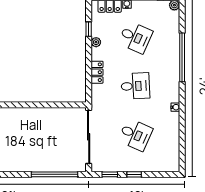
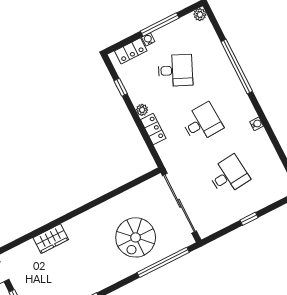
plant: (96, 42) -> (142, 110), moved
desk: (135, 135) -> (229, 175), turned -30
spiral stairs: (43, 146) -> (136, 237), added
window: (110, 174) -> (223, 232), removed

